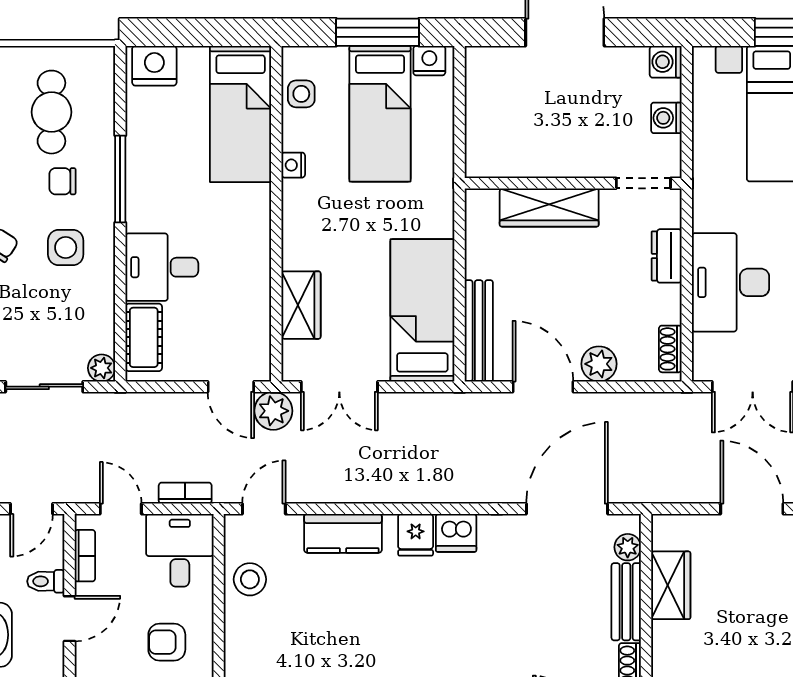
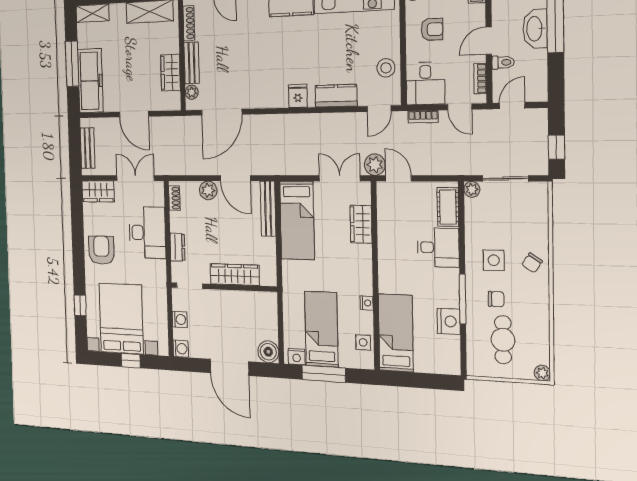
nightstand: (154, 66) -> (449, 321), moved, turned -90
boiler: (485, 66) -> (268, 352), added
dishwasher: (456, 533) -> (277, 98), removed

